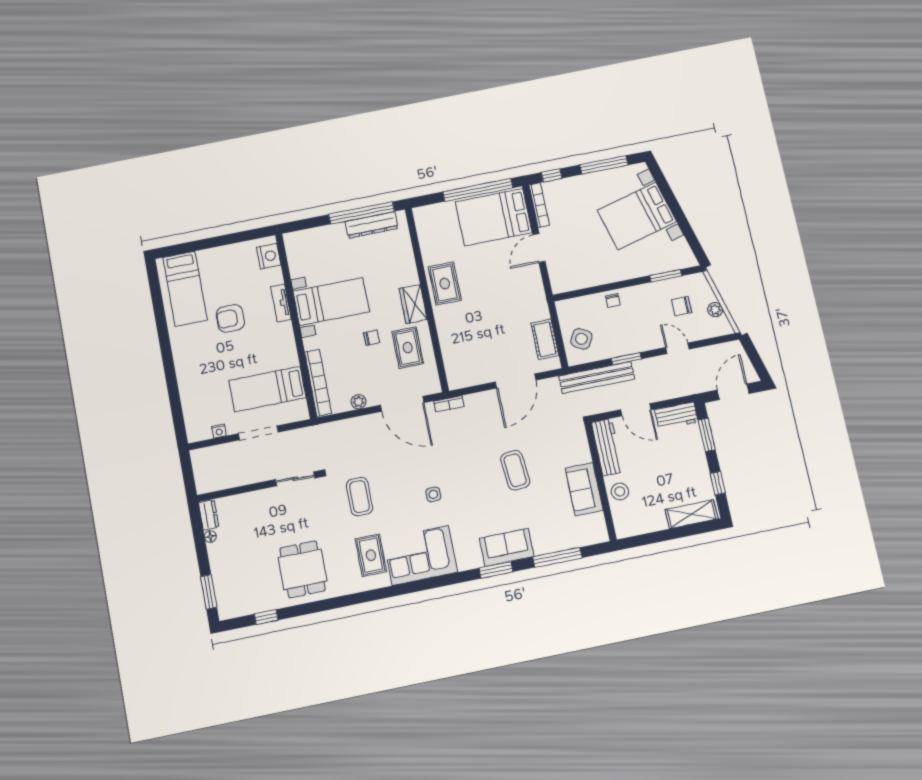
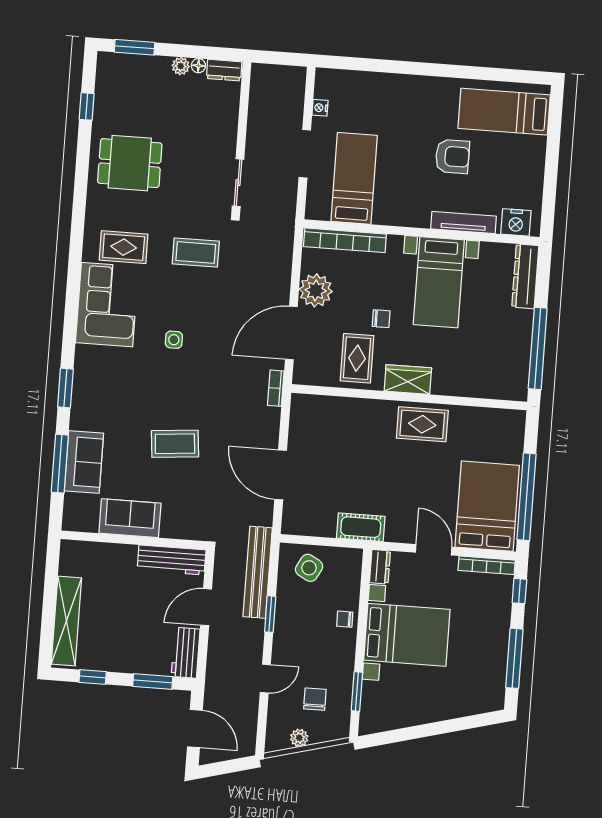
bed with nightstands: (637, 216) -> (407, 635), moved, turned 105
dresser: (372, 225) -> (525, 276), moved
dresser: (564, 285) -> (380, 567), added
tv unit: (281, 303) -> (463, 222), width x1.41
armchair: (230, 318) -> (452, 156), turned 90
chair: (372, 338) -> (381, 319), turned -90
cot: (545, 339) -> (361, 527), moved
rug: (408, 348) -> (357, 358), turned 90
plant: (359, 402) -> (316, 290), width x1.87, depth x1.87
stool: (620, 491) -> (116, 559), removed
shelving: (691, 514) -> (66, 621), width x1.47
sofa: (507, 547) -> (84, 462), moved
plant: (214, 551) -> (181, 66), added

